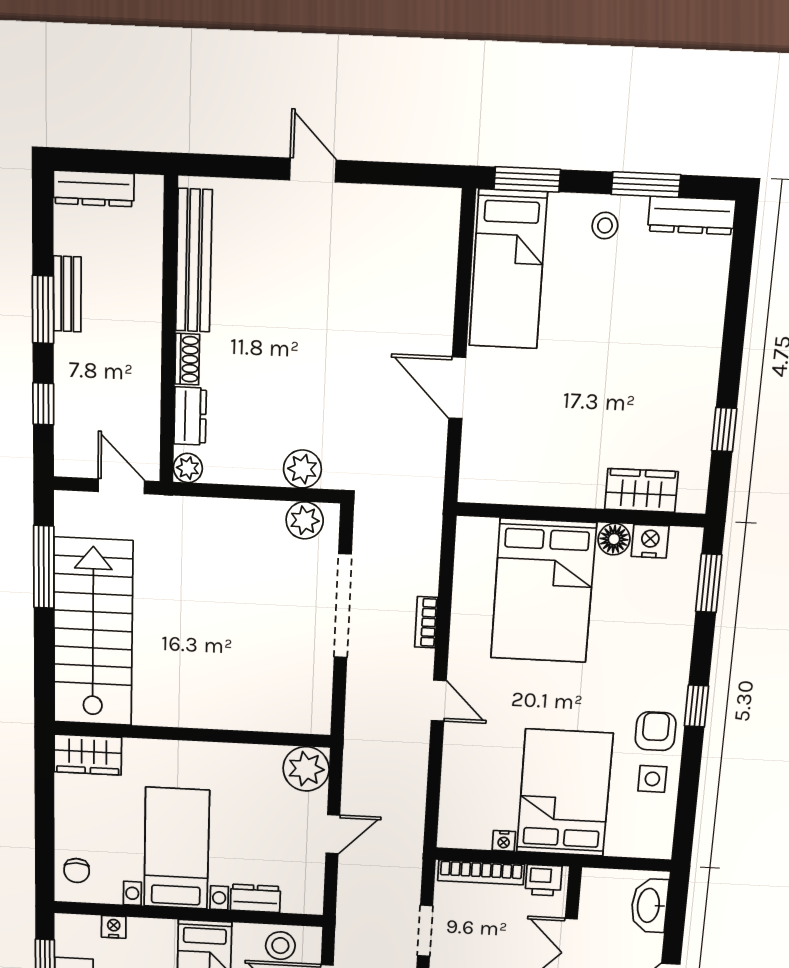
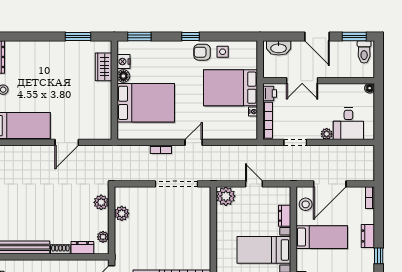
window: (724, 430) -> (78, 36), width x1.50
plant: (188, 468) -> (103, 237), moved
plant: (305, 520) -> (122, 213), moved
doorway: (343, 606) -> (177, 184), moved

